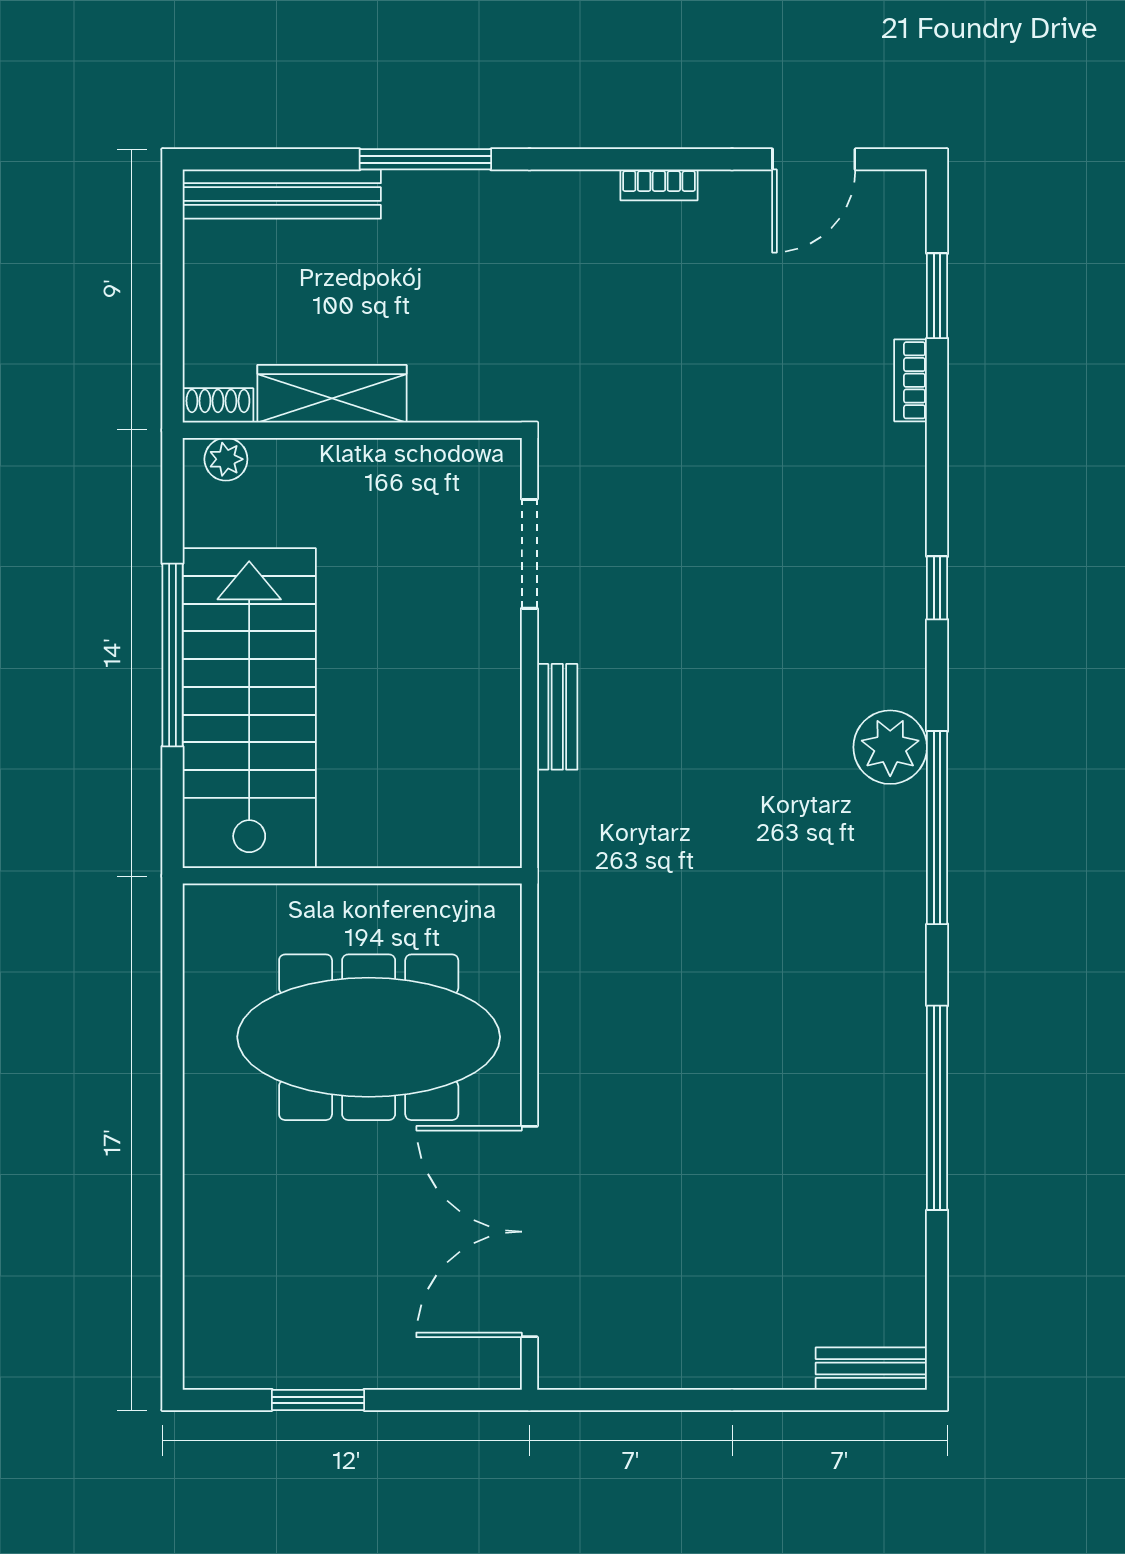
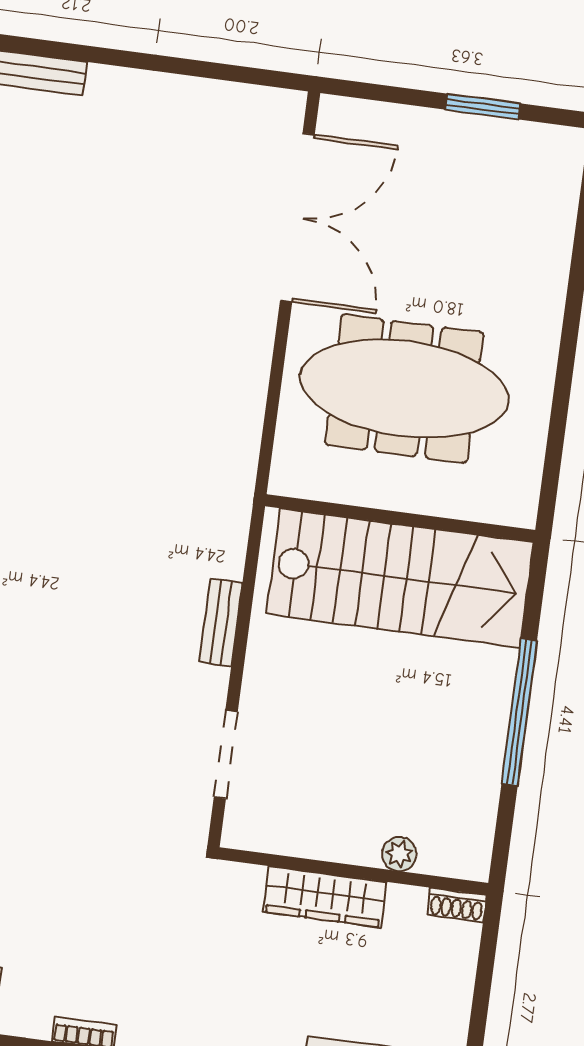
wardrobe: (332, 394) -> (325, 897), moved
plant: (226, 459) -> (399, 854), moved
stairs: (249, 708) -> (400, 578), moved, turned -90

